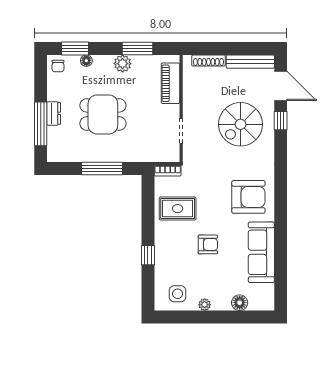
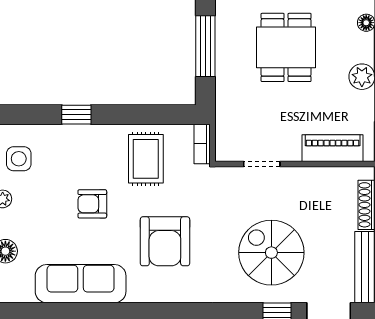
armchair: (248, 197) -> (165, 241), moved
armchair: (208, 244) -> (92, 204), turned 90

